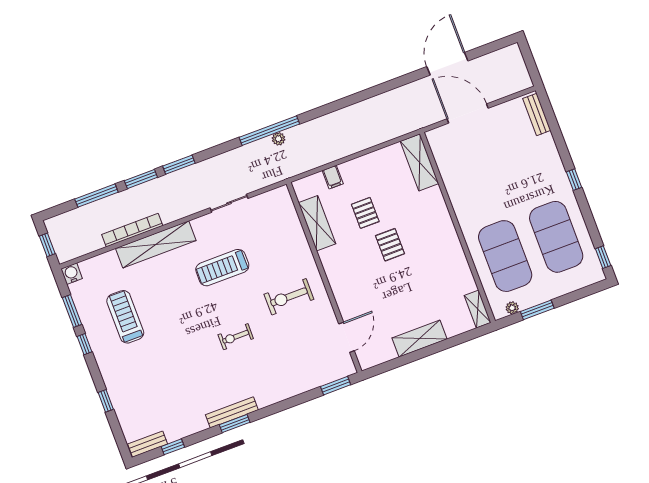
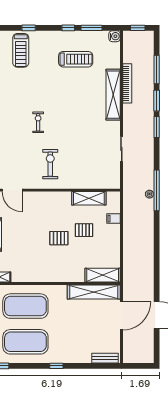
shelving: (448, 166) -> (94, 292), added
treadmill: (222, 268) -> (21, 50), moved, turned 180

